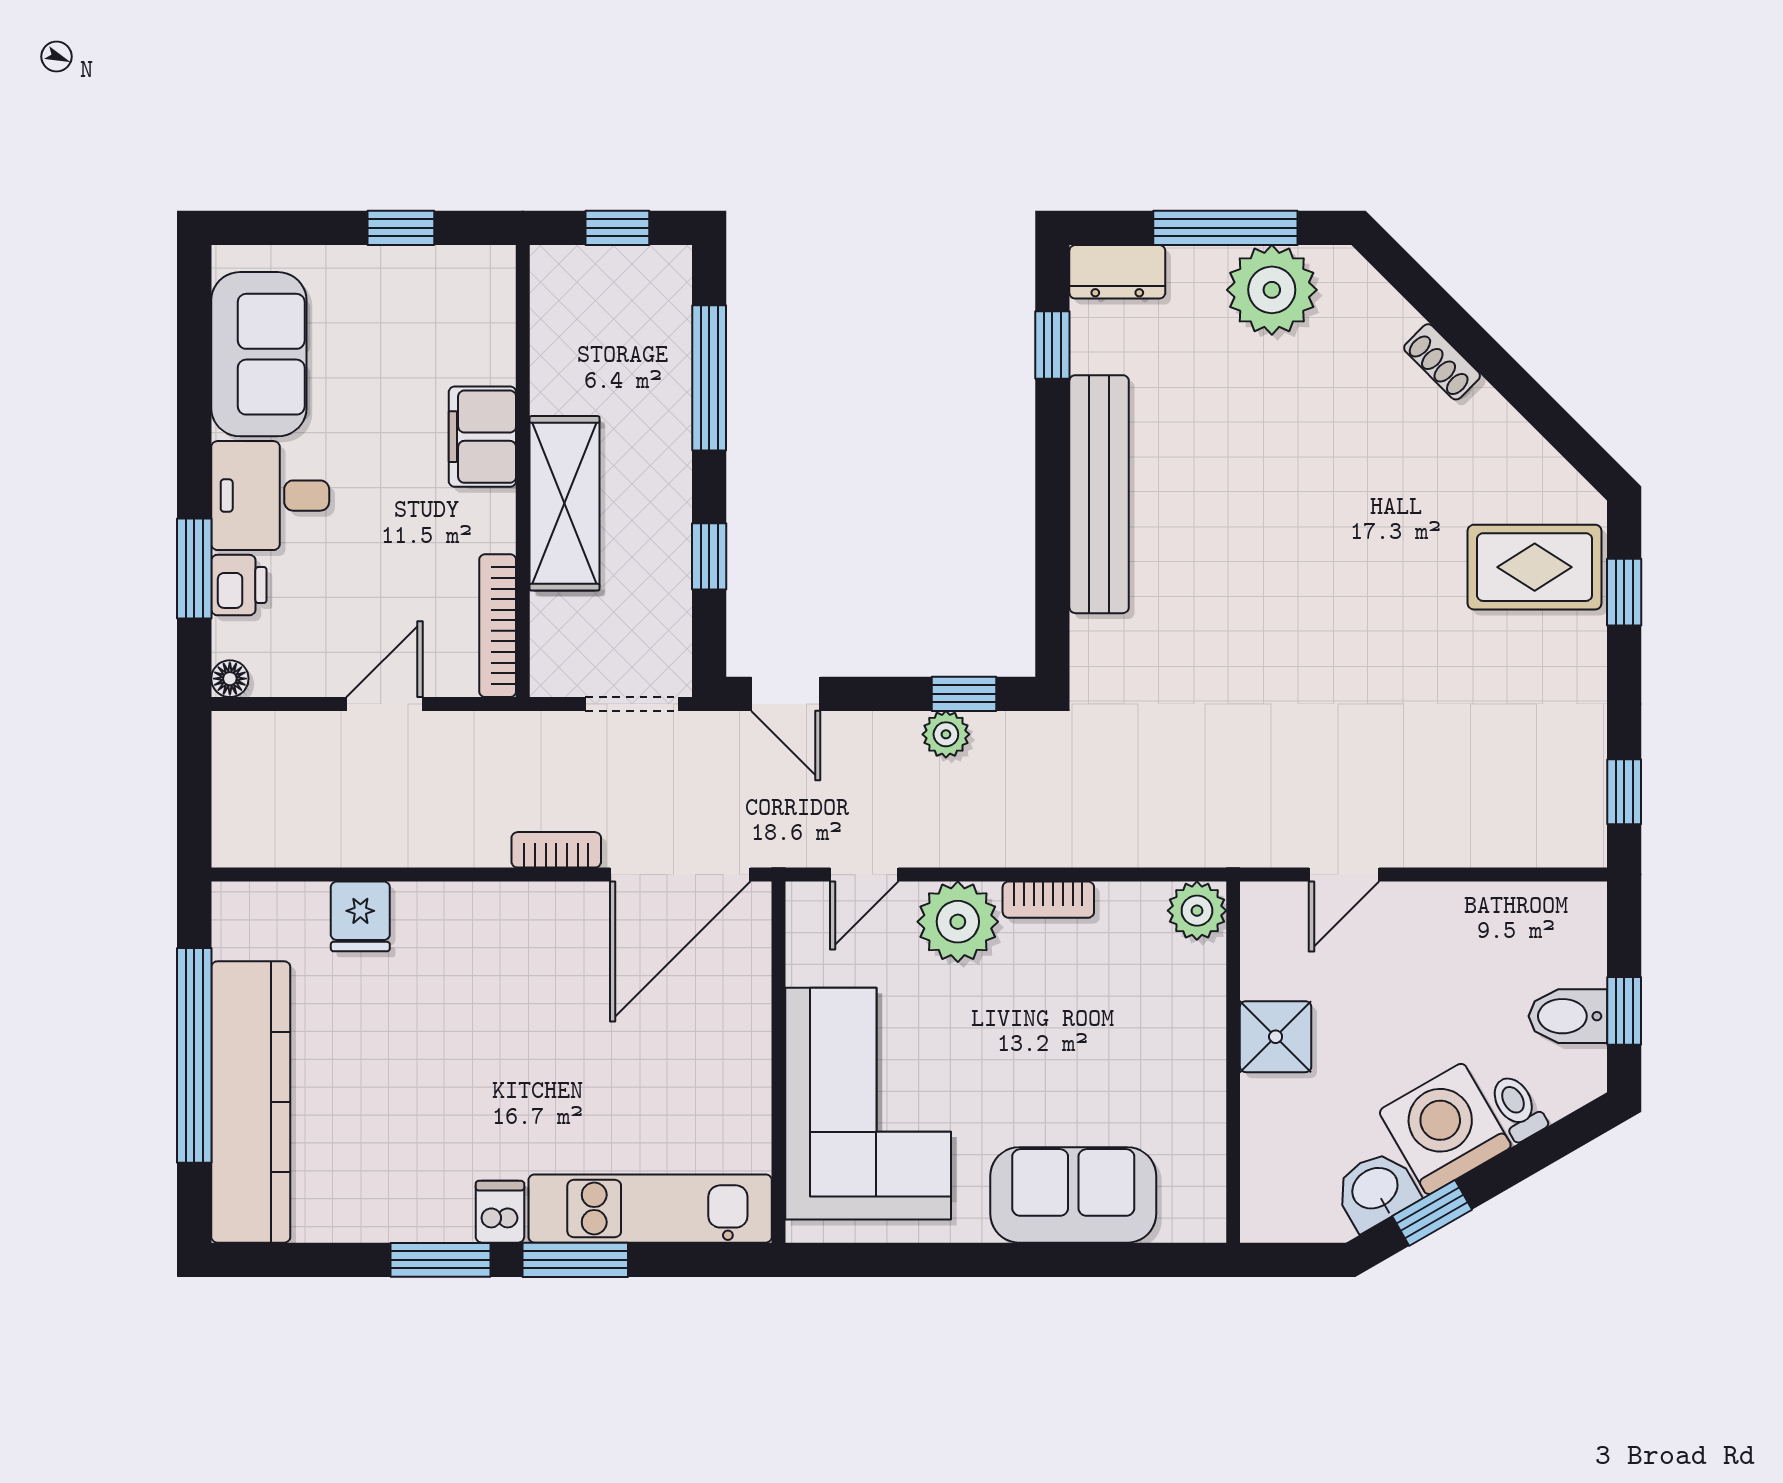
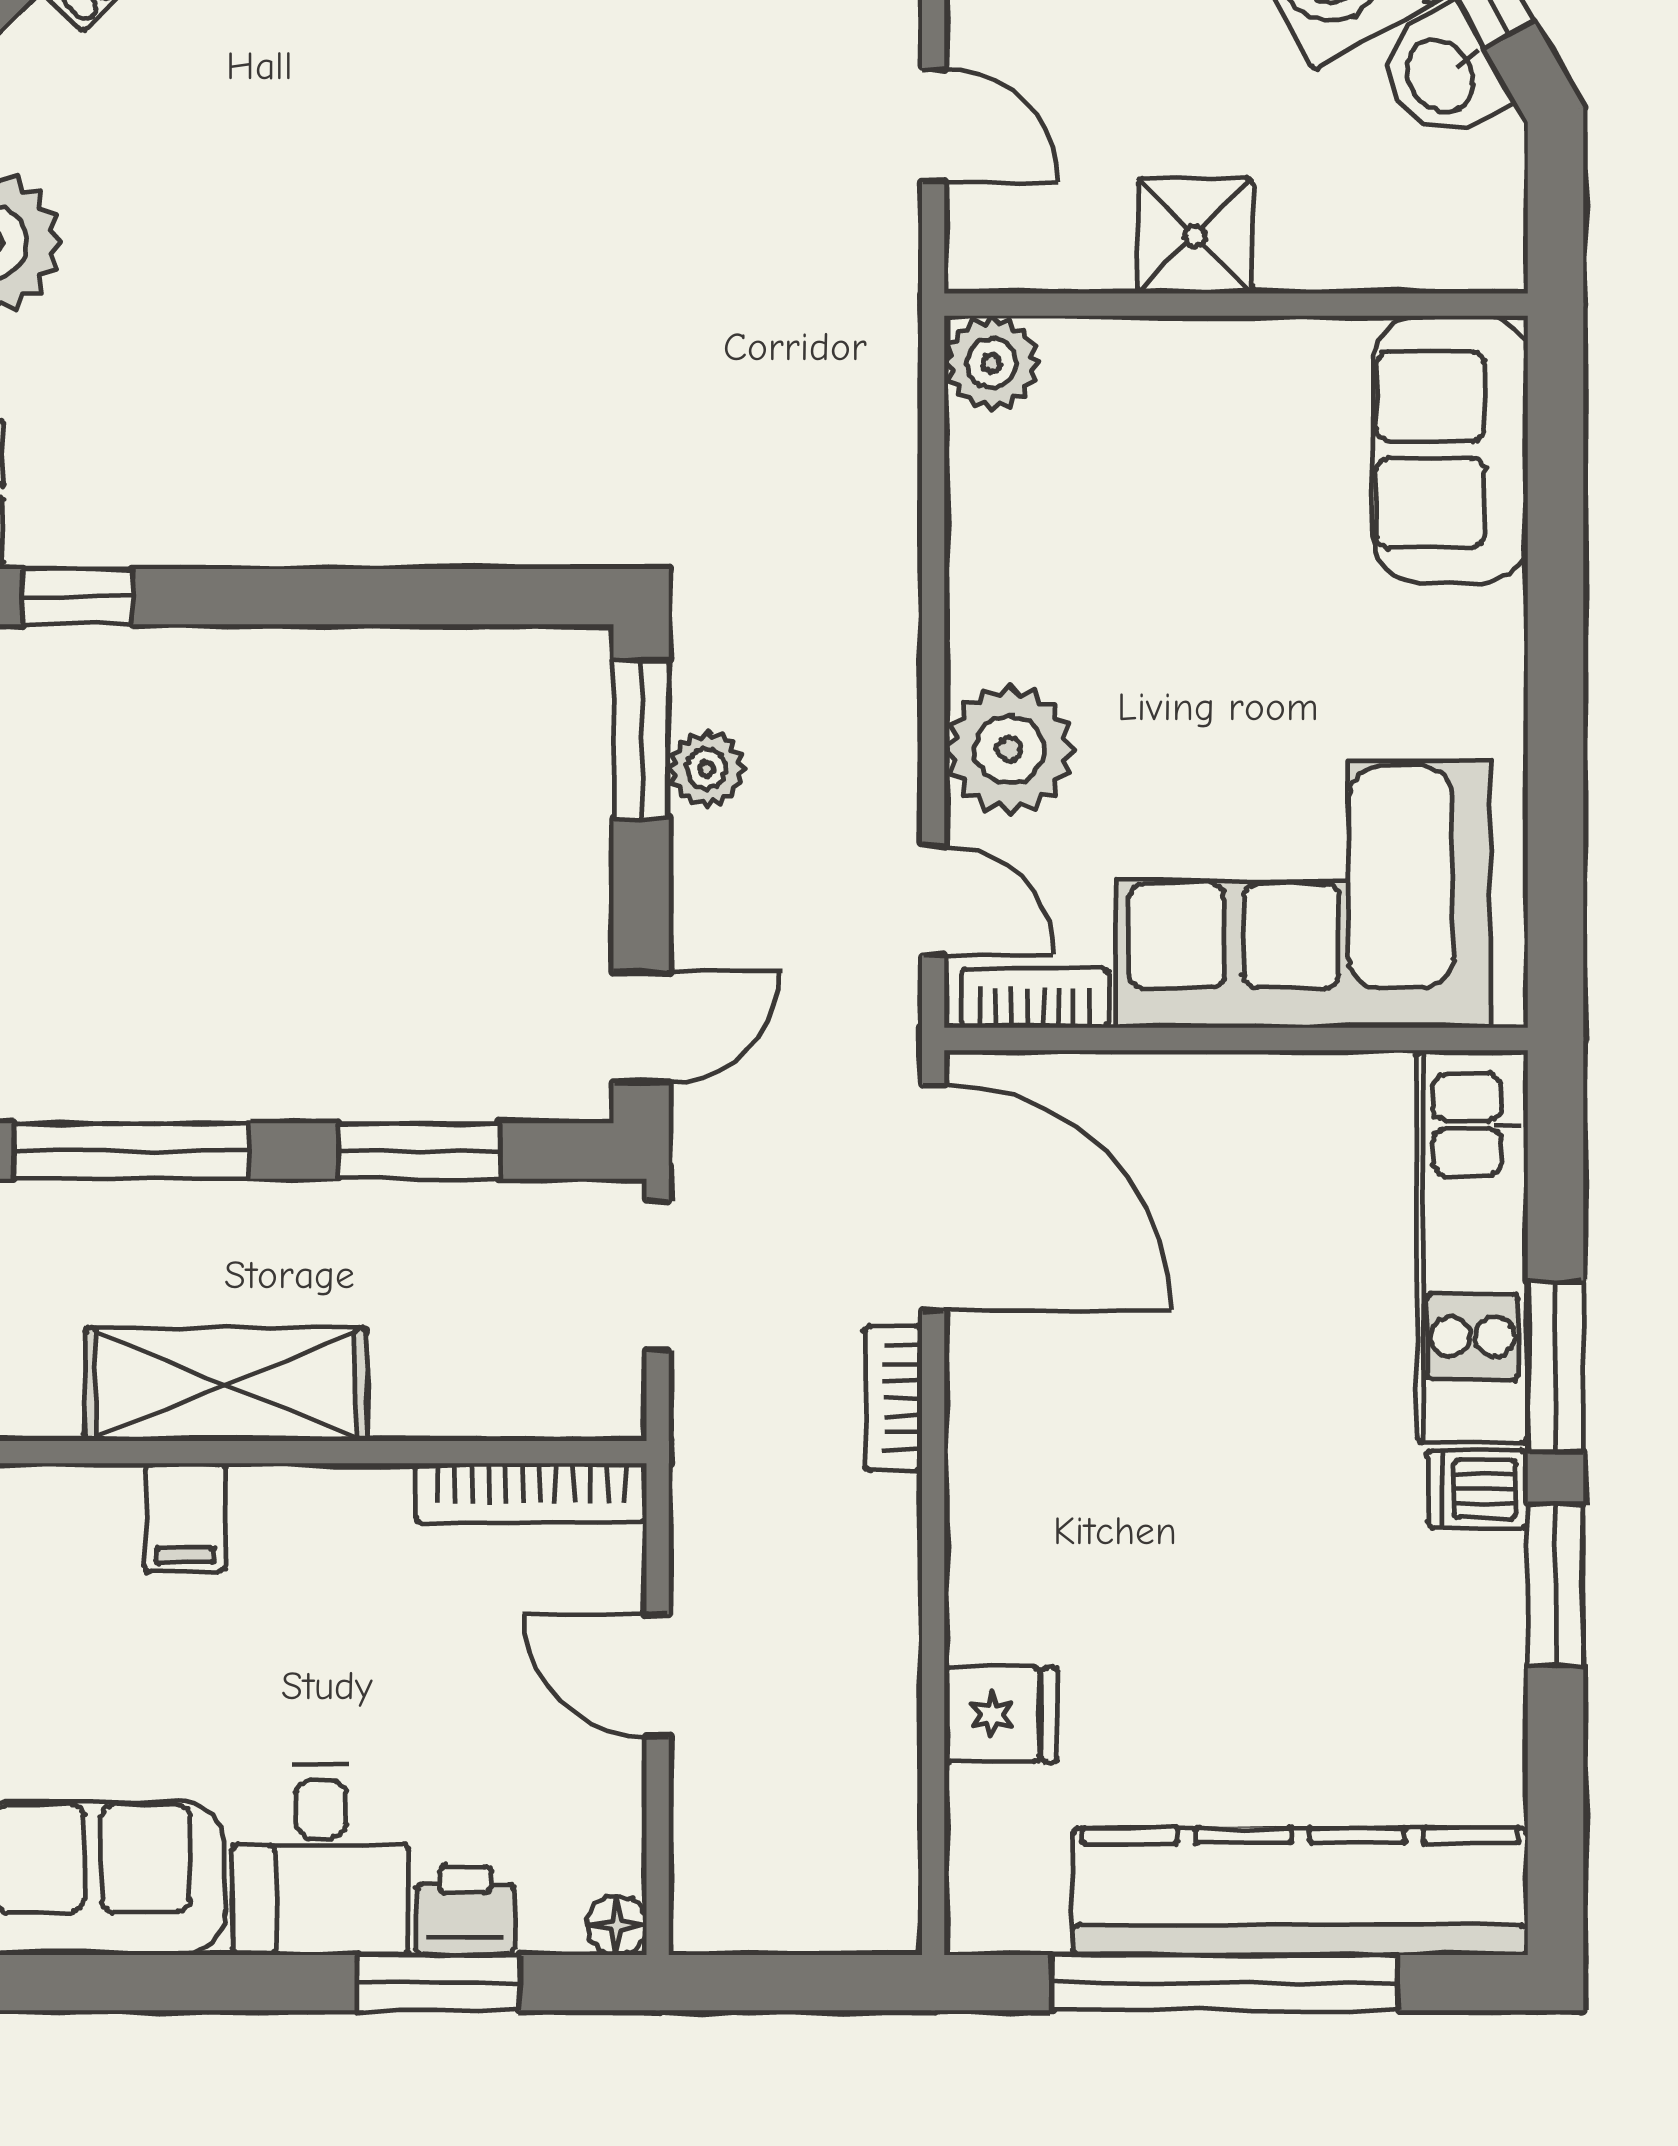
filing cabinet: (482, 437) -> (185, 1517), width x0.50
bench: (1099, 494) -> (319, 521), removed
shelving: (565, 503) -> (226, 1385), moved
window: (709, 556) -> (419, 1151), width x1.50
window: (964, 694) -> (641, 739), width x1.50
bookcase: (1048, 900) -> (1035, 999), moved, turned -90
sofa: (1073, 1195) -> (1451, 449), moved

